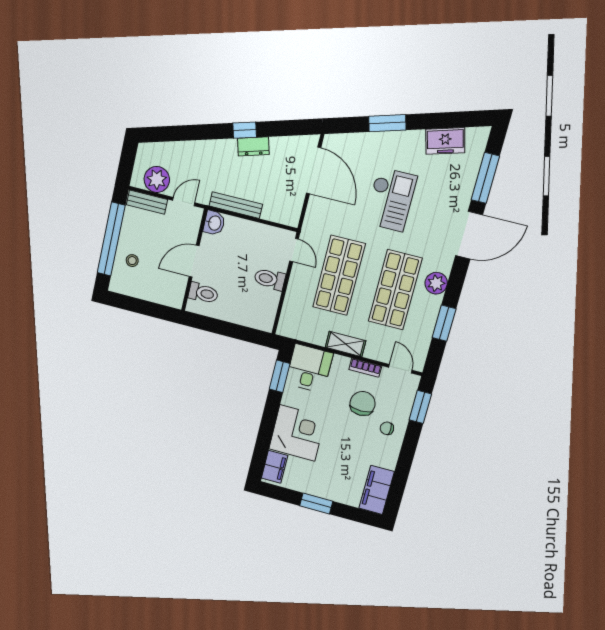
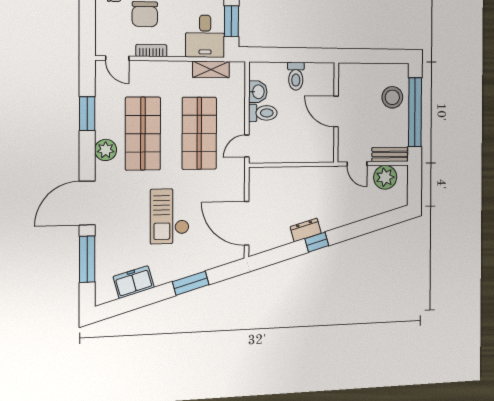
door: (184, 202) -> (357, 164), hinge flipped
bench: (236, 205) -> (310, 173), removed
washbasin: (214, 223) -> (258, 92), moved, turned 180
door: (294, 250) -> (247, 146), hinge flipped
stool: (132, 261) -> (392, 97), width x1.89, depth x1.89
door: (194, 261) -> (336, 112), swing flipped
toilet: (203, 293) -> (296, 76), moved, turned -90
shelving: (346, 344) -> (211, 69), moved
window: (420, 407) -> (87, 25), removed

